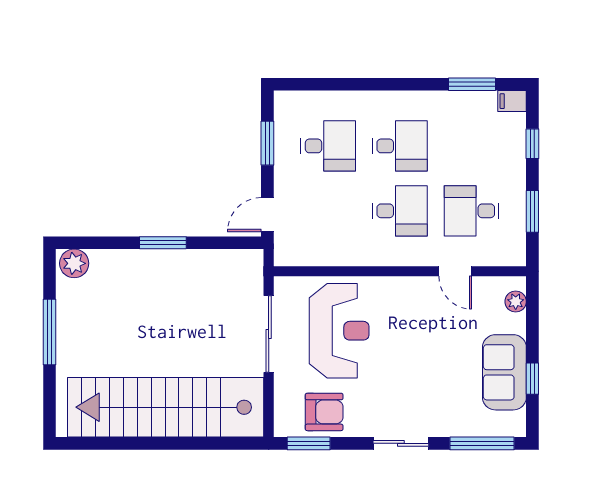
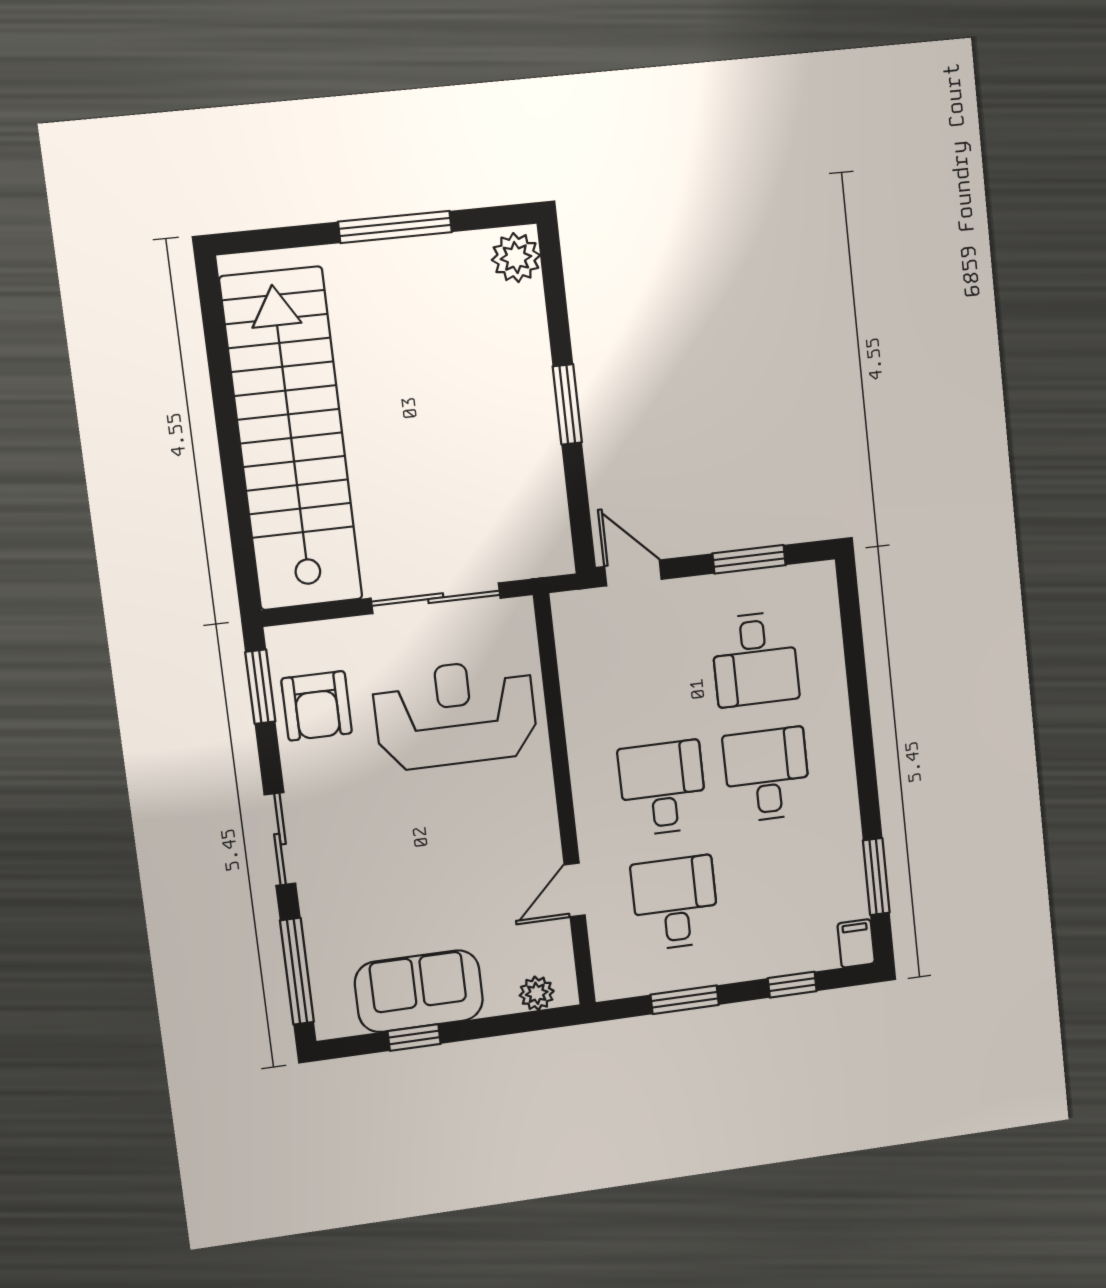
desk: (400, 146) -> (767, 775), turned 180
desk: (400, 211) -> (663, 788), turned 180
reception desk: (339, 331) -> (455, 714), turned 180

